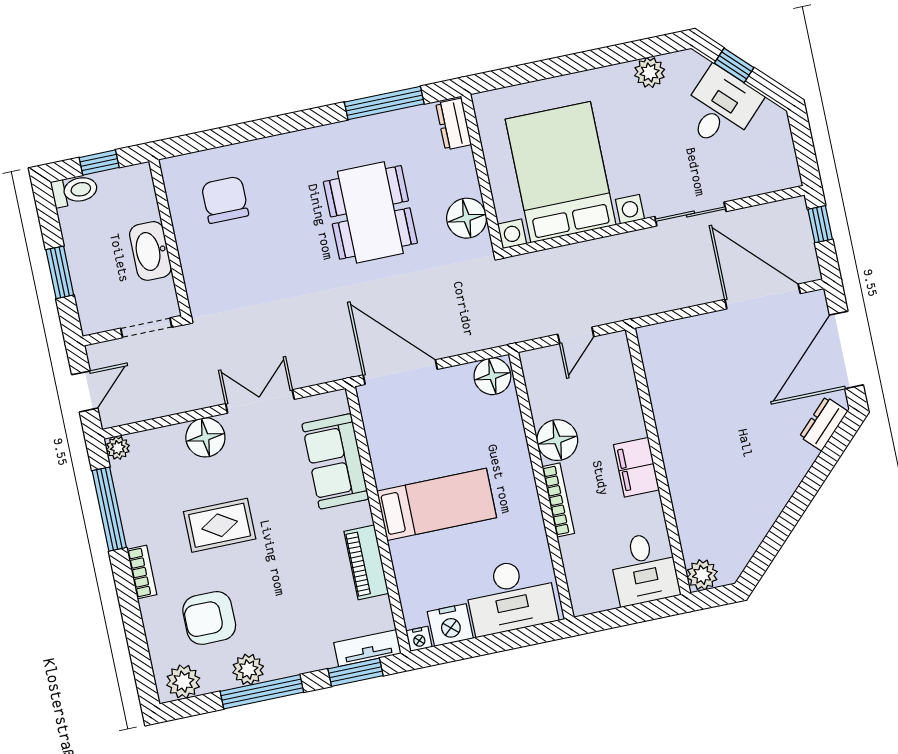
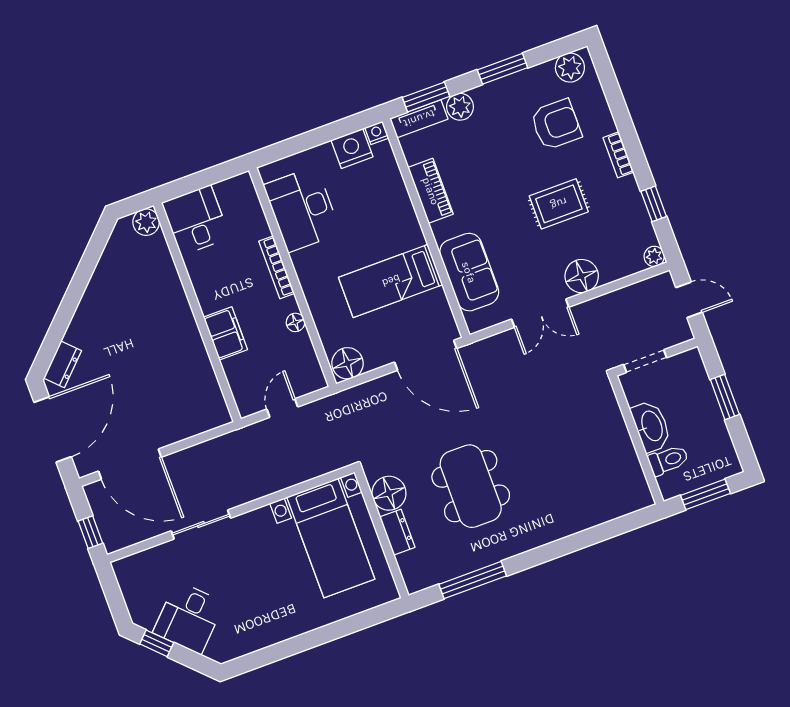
window: (734, 65) -> (157, 643), moved
plant: (650, 72) -> (253, 639), removed
dresser: (454, 124) -> (397, 532), moved
window: (99, 163) -> (705, 494), width x1.50
bed with nightstands: (561, 172) -> (331, 538), width x0.73
toilet: (75, 191) -> (668, 460), moved, turned 180
chair: (225, 200) -> (595, 479), removed
door: (85, 391) -> (689, 300), swing flipped
floor lamp: (557, 440) -> (295, 322), width x0.53, depth x0.53
filing cabinet: (636, 467) -> (225, 333), moved
bed: (437, 504) -> (391, 281), moved
window: (109, 509) -> (654, 204), width x0.46
desk: (511, 596) -> (302, 209), moved, turned -90
plant: (248, 669) -> (460, 107), moved
window: (262, 692) -> (502, 69), width x0.69

